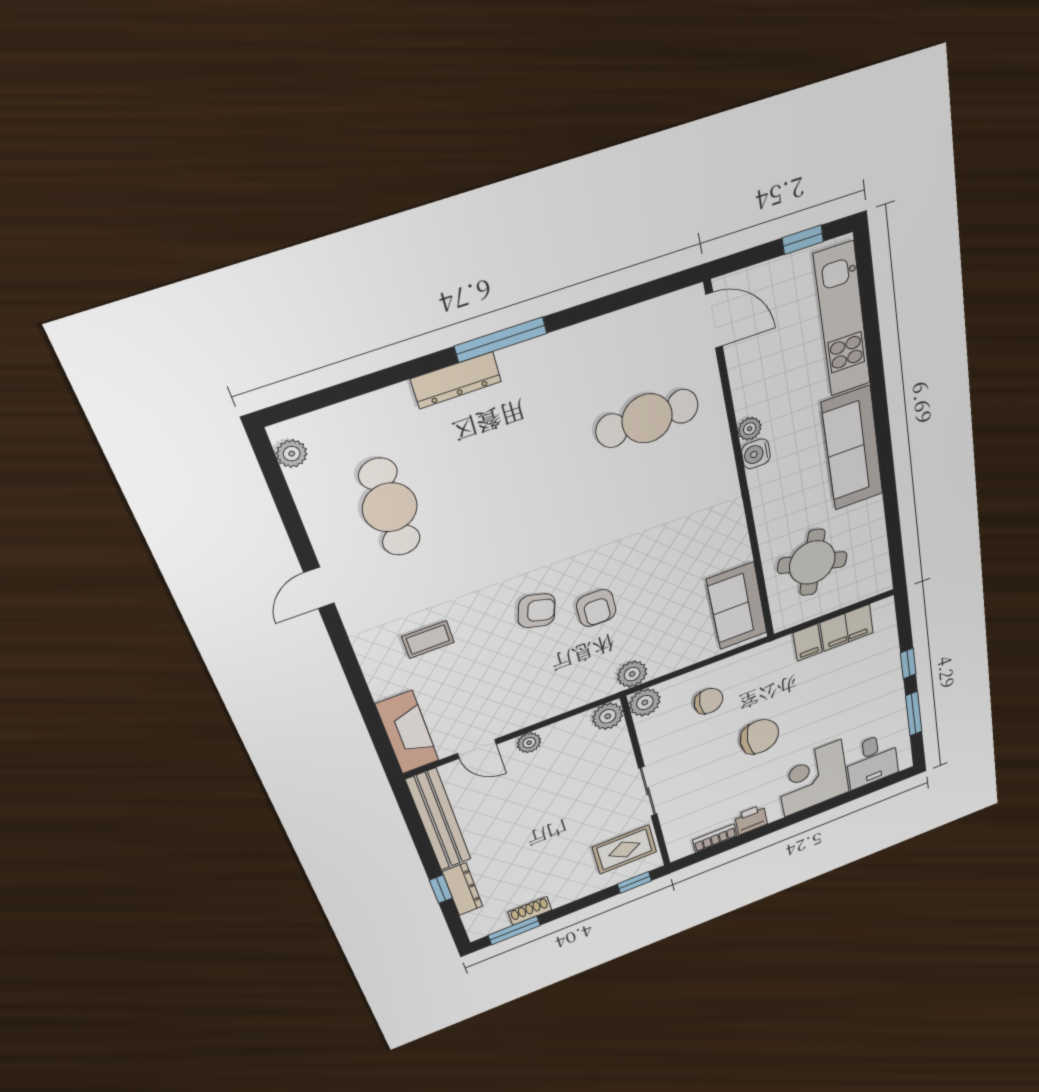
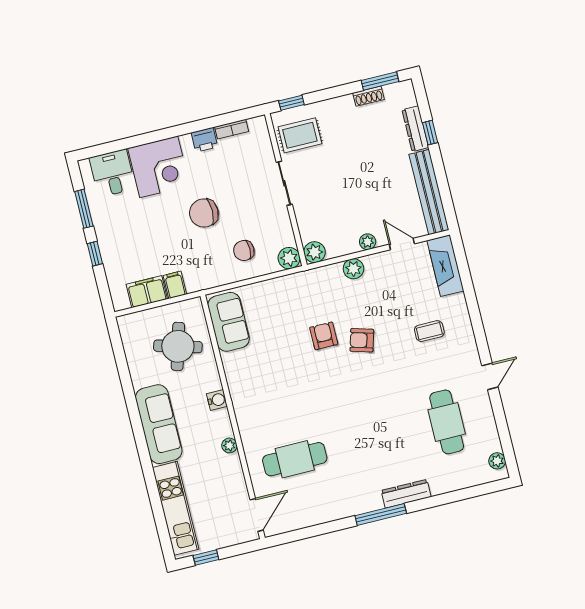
door: (714, 320) -> (257, 515), swing flipped
water cooler: (756, 454) -> (217, 400), moved
plant: (632, 674) -> (353, 269), moved

